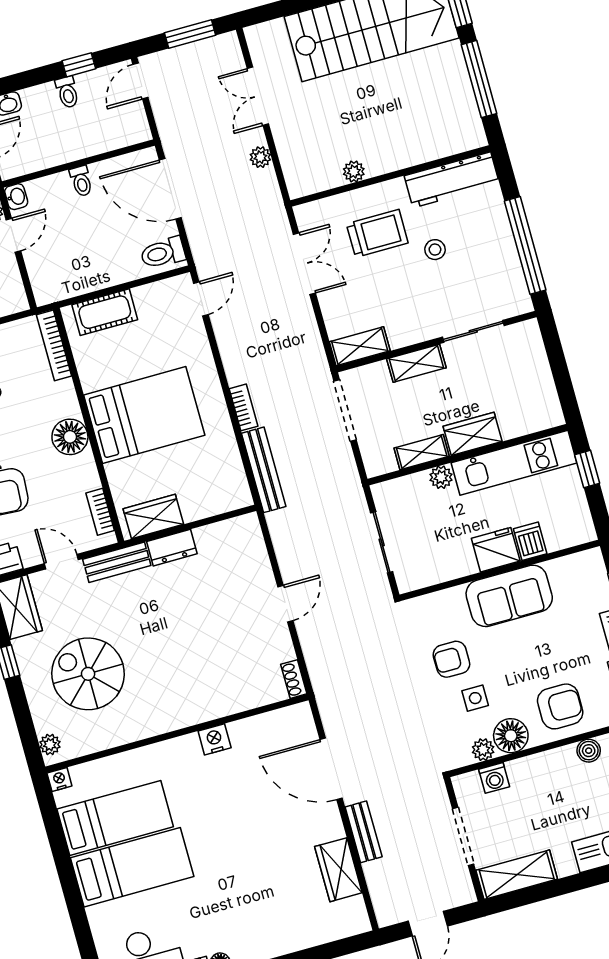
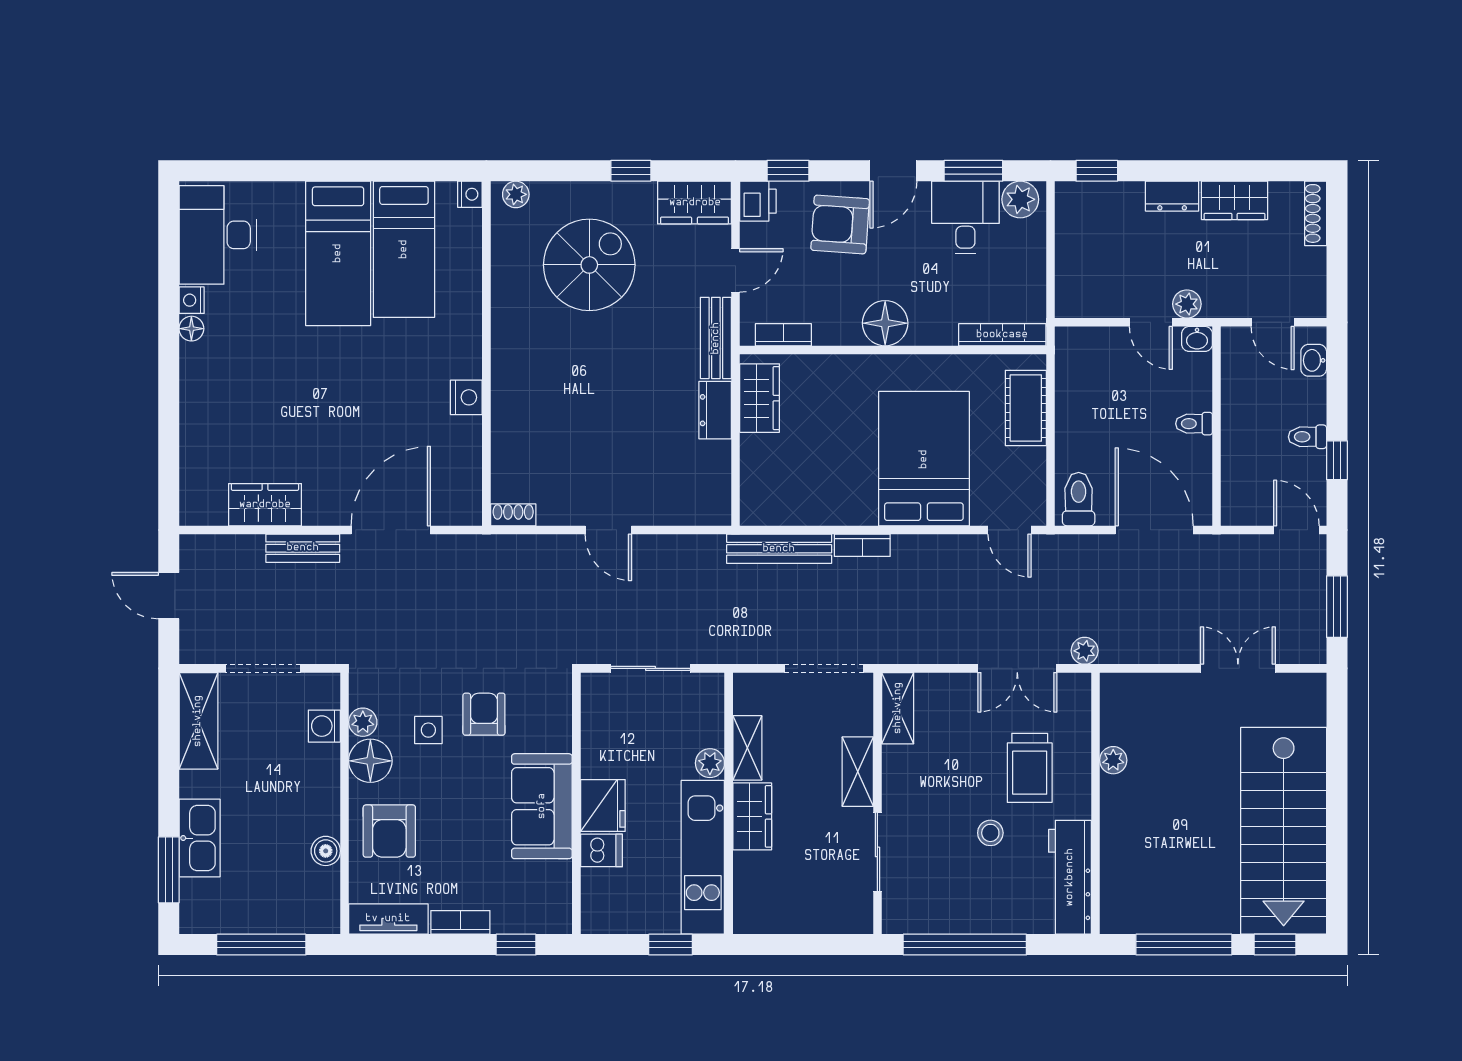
plant: (260, 157) -> (1085, 651), moved
door: (170, 189) -> (1154, 530), hinge flipped
bed: (144, 415) -> (924, 459), moved, turned 180

